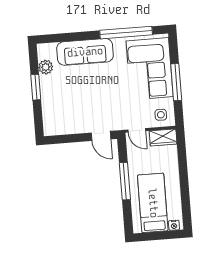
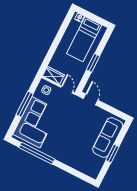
sofa: (85, 52) -> (108, 137), moved, turned -90
plant: (46, 67) -> (99, 162), removed
window: (125, 181) -> (93, 63), width x0.69

